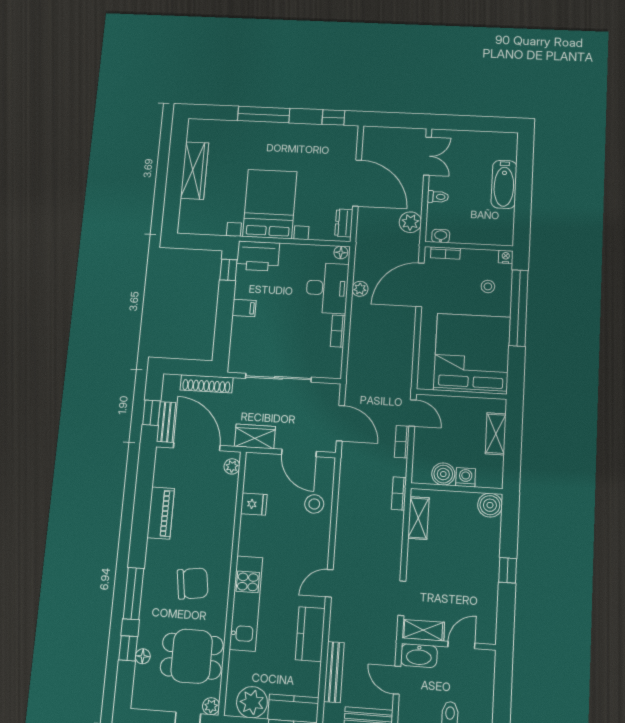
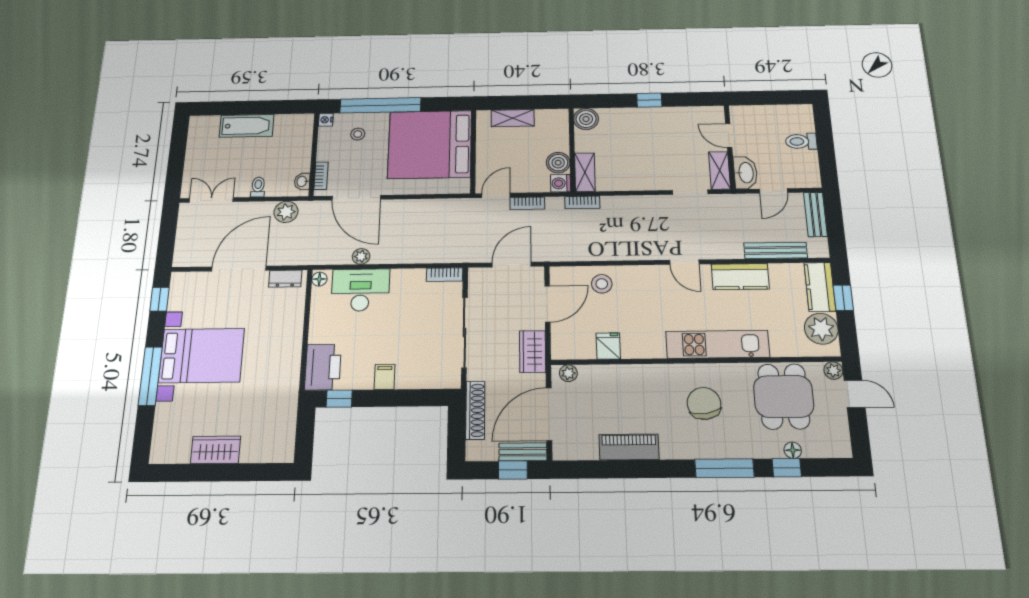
wardrobe: (194, 170) -> (216, 450), width x0.67
bed with nightstands: (270, 204) -> (202, 356), moved, turned 180
bookcase: (338, 331) -> (445, 275), moved
washing machine: (466, 477) -> (561, 183), moved
shelving: (418, 518) -> (585, 172), moved, turned 90

